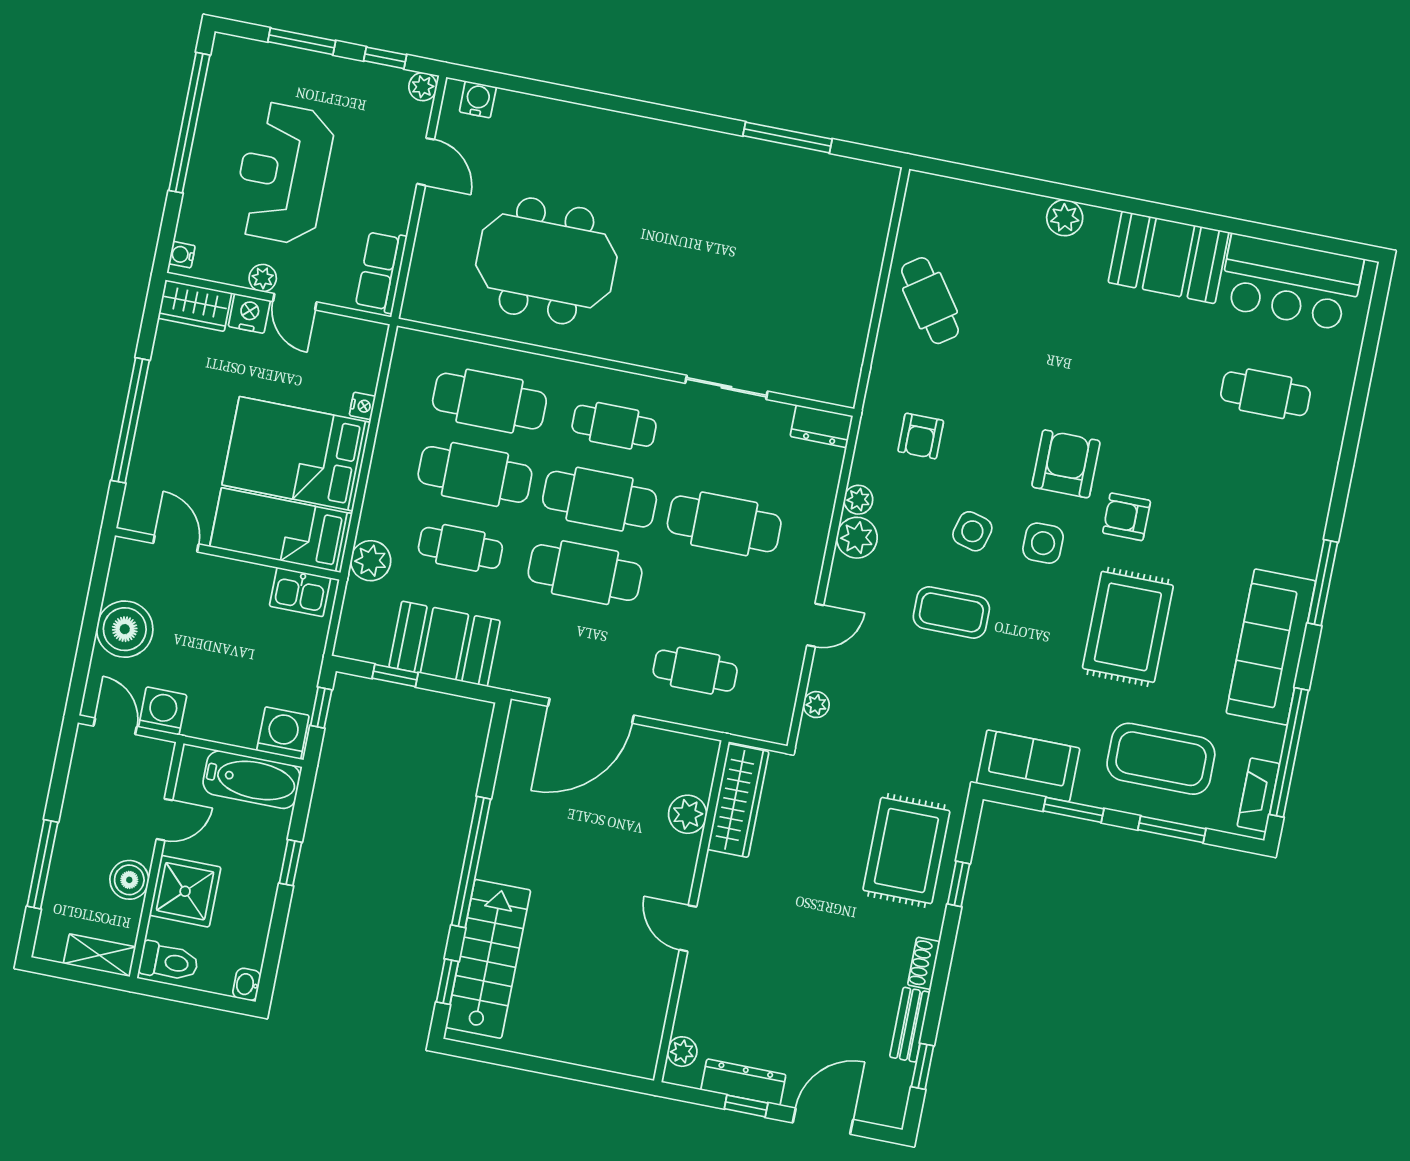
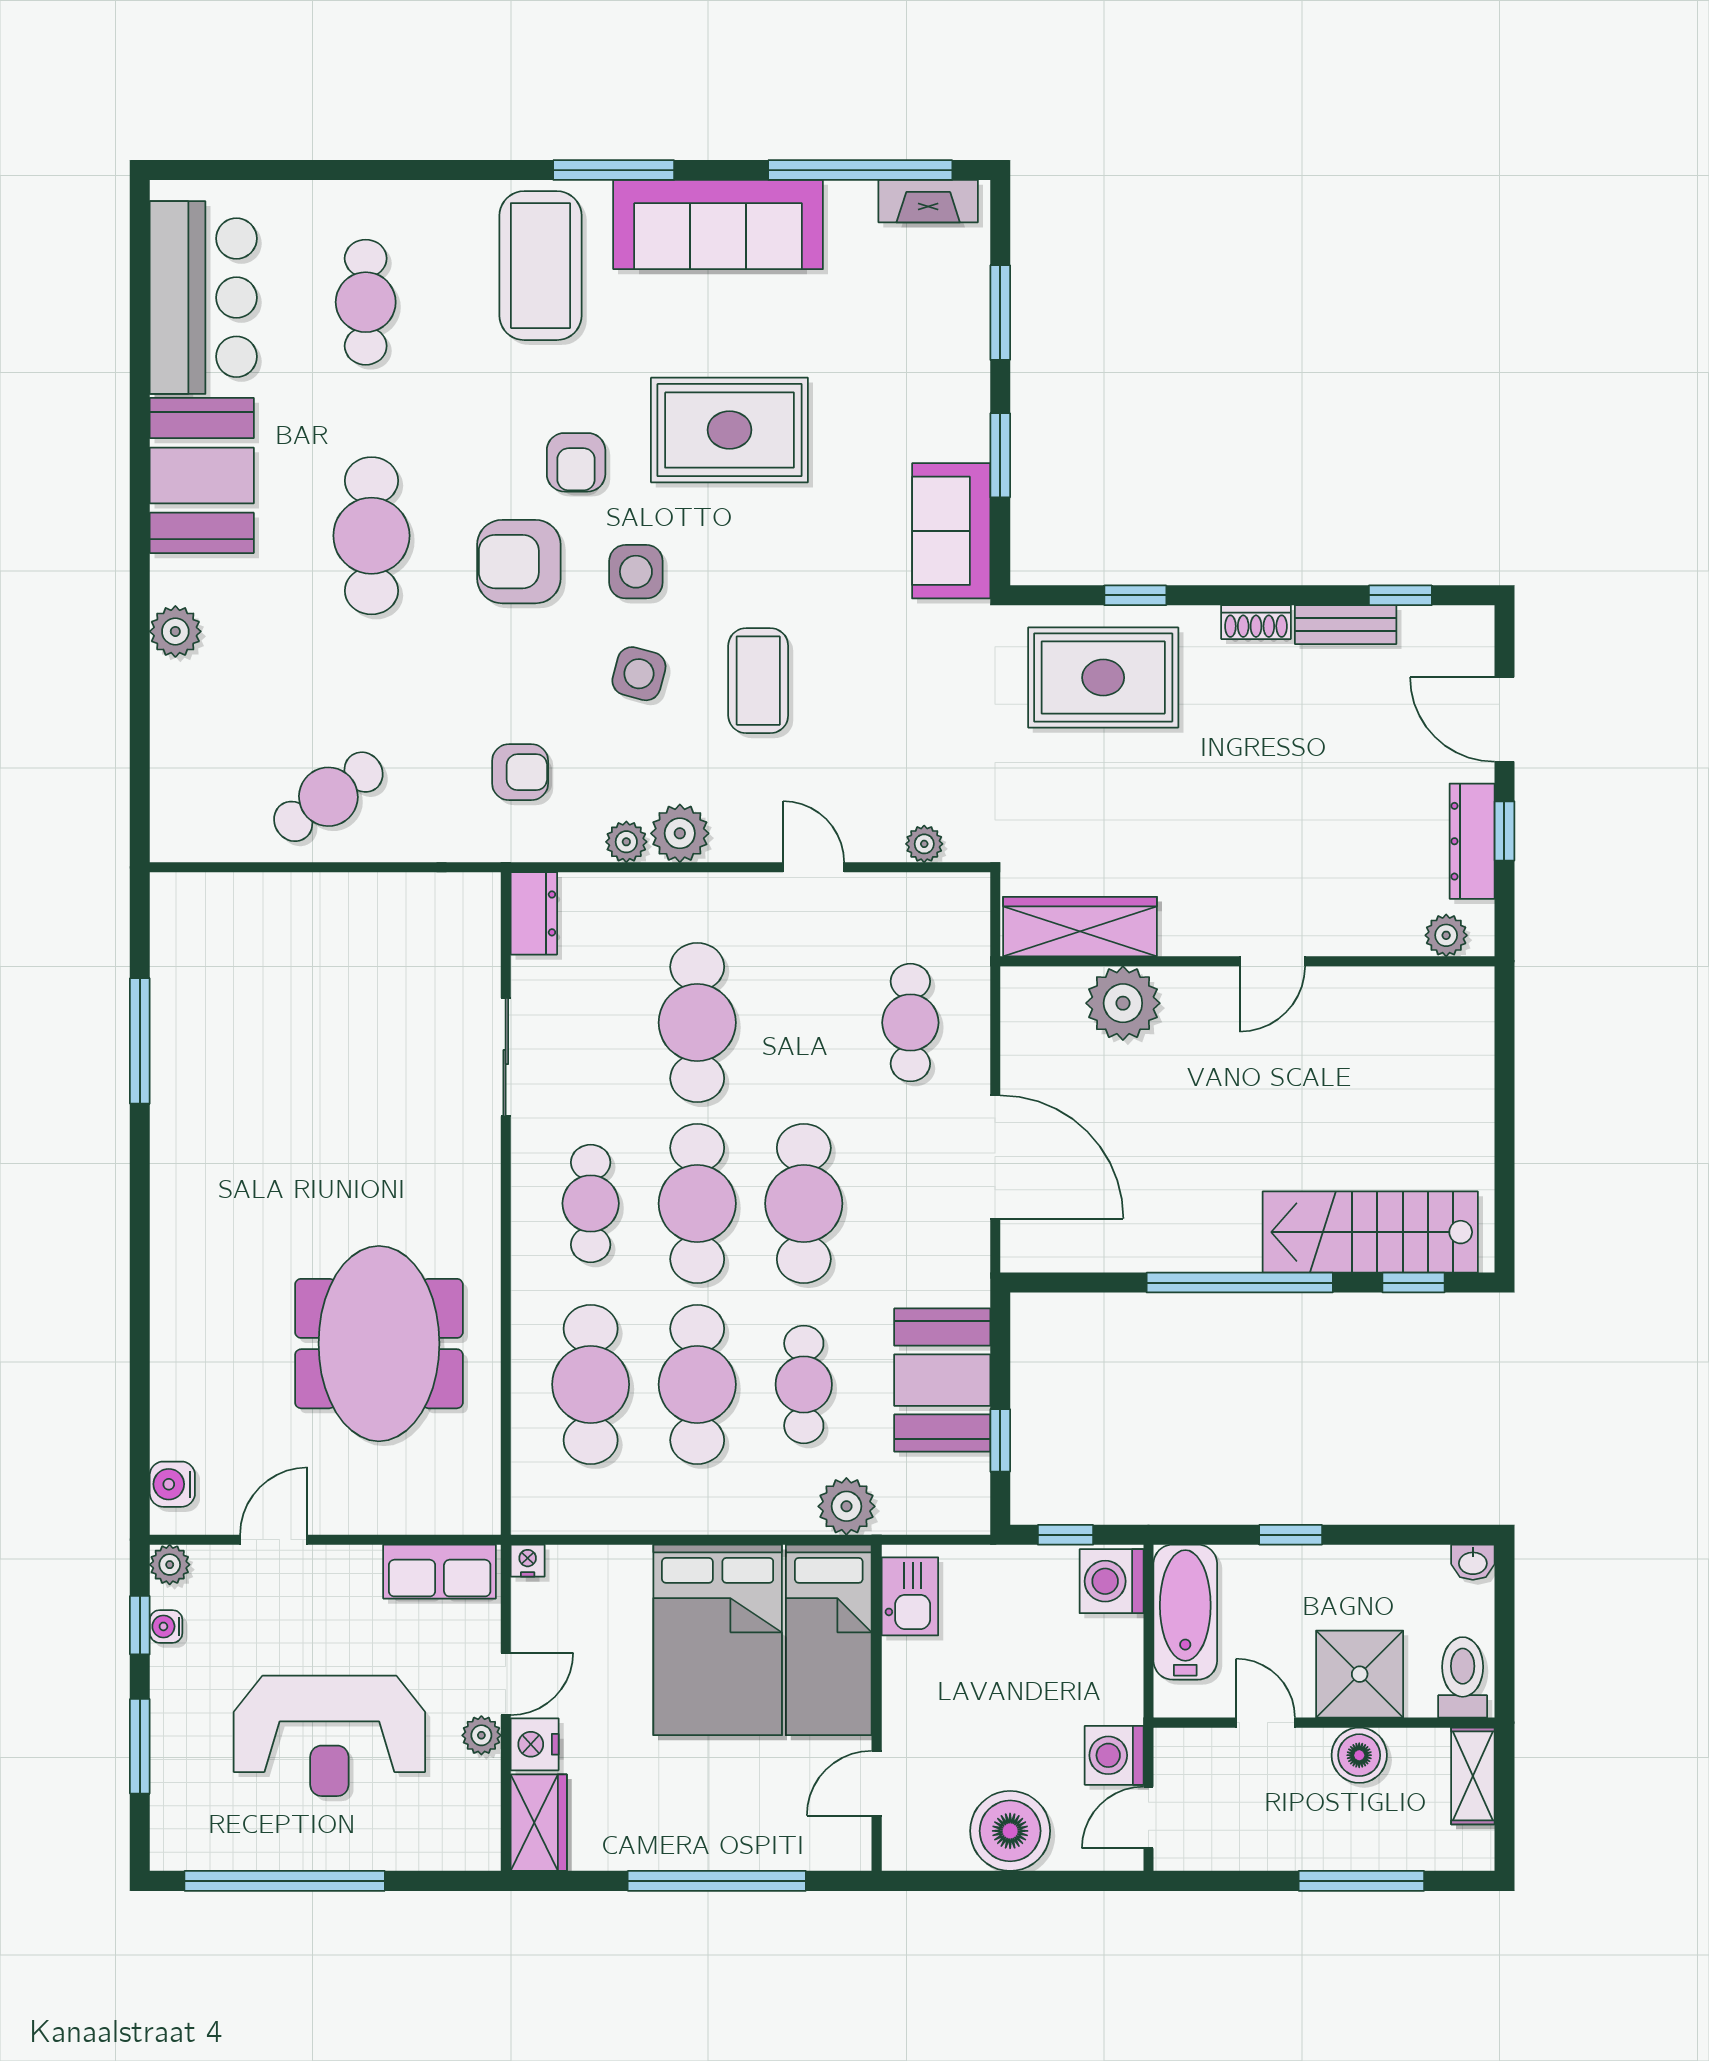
water cooler: (182, 255) -> (166, 1626), moved, turned 90
cafe table: (1104, 366) -> (371, 536), added
nightstand: (362, 406) -> (528, 1561), moved
coffee table: (1161, 759) -> (540, 266), moved
plant: (688, 814) -> (1123, 1003), width x1.36, depth x1.36

